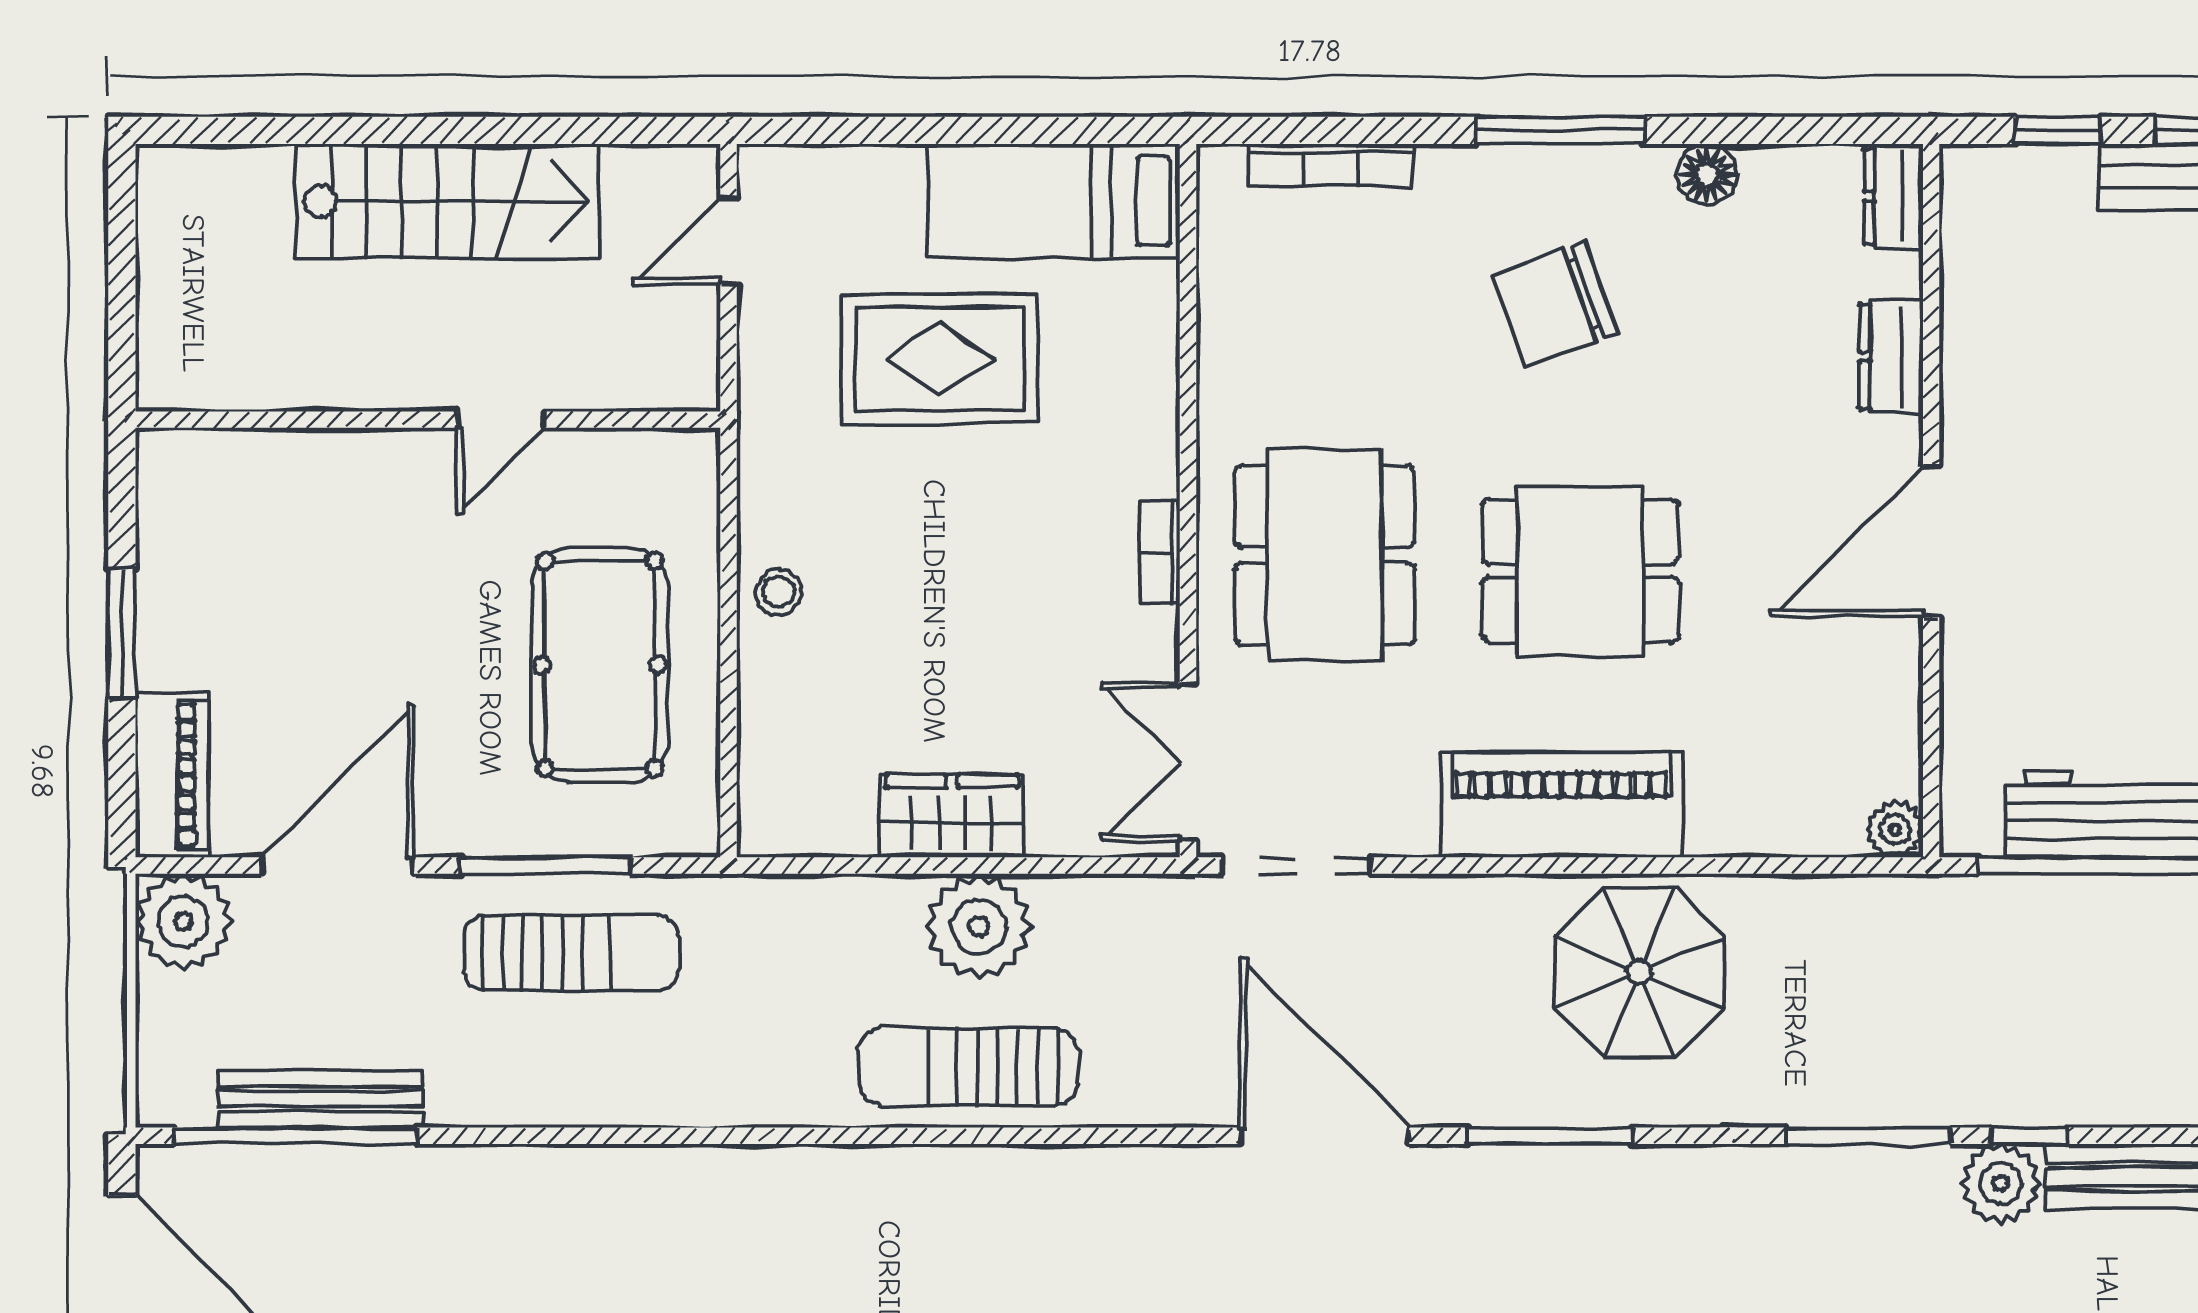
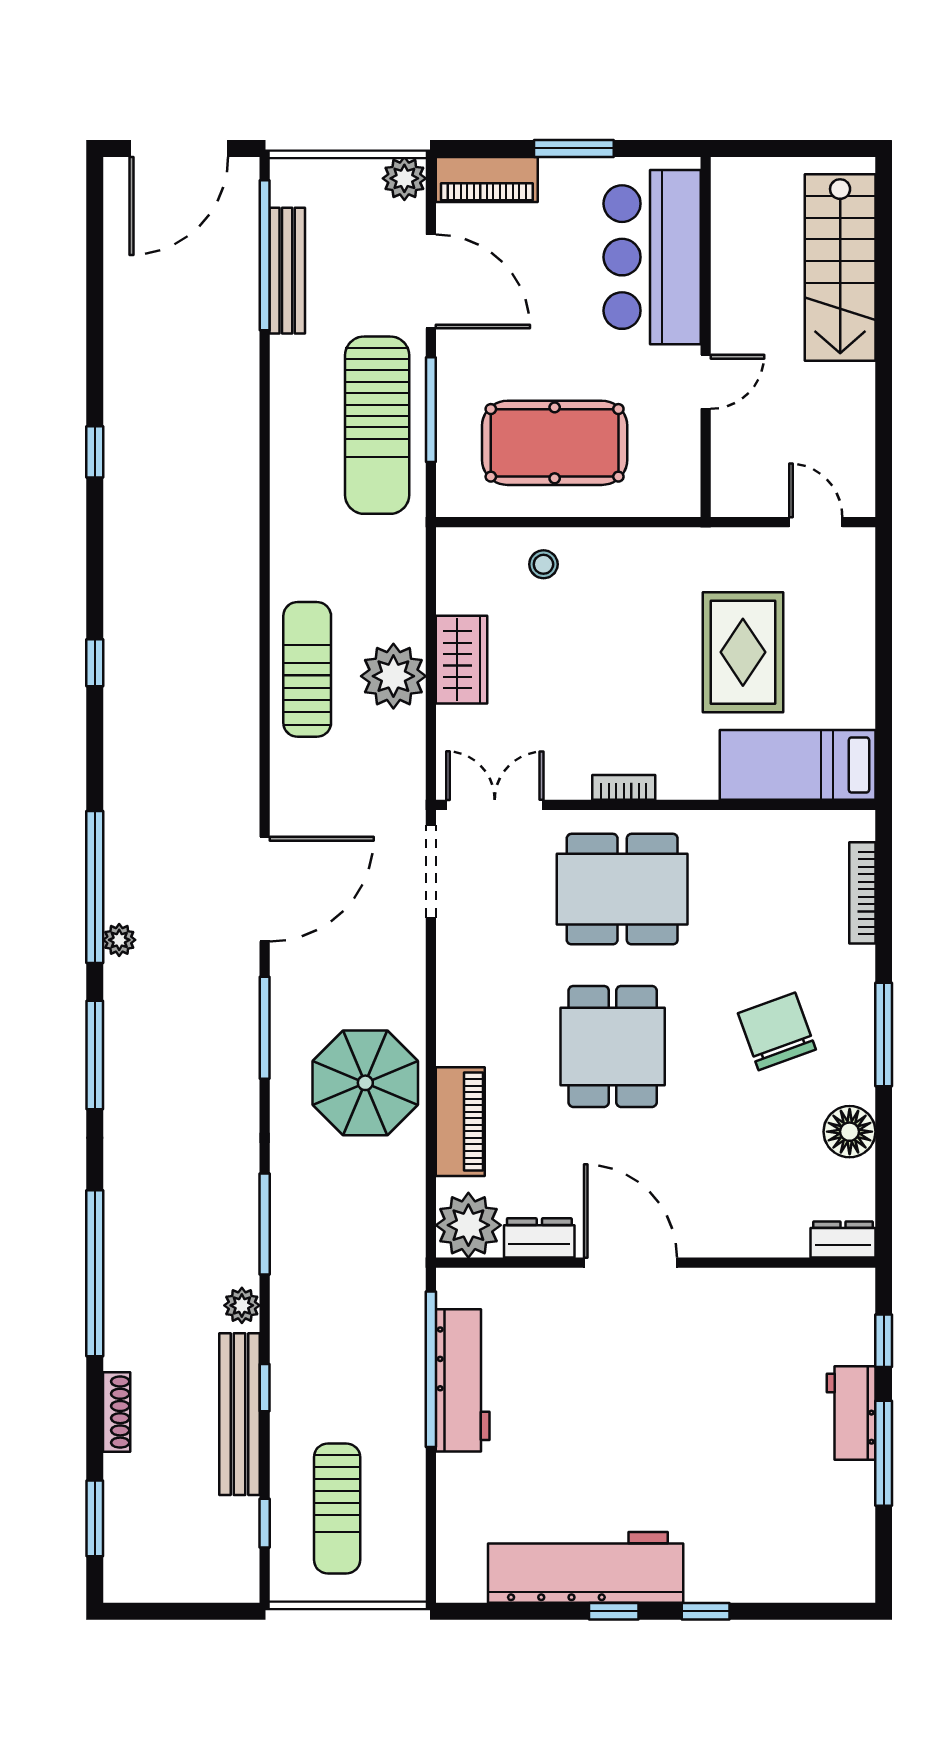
floor lamp: (1707, 174) -> (850, 1132), width x1.38, depth x1.38
stairs: (448, 201) -> (840, 268), moved
bed: (1054, 201) -> (798, 765), moved, turned -90
dresser: (1891, 356) -> (539, 1238), moved
door: (501, 420) -> (706, 382), swing flipped
bar counter: (298, 506) -> (652, 257), added
stool: (779, 592) -> (543, 564), moved
piano: (1561, 805) -> (460, 1122), moved, width x0.73, depth x0.75
plant: (1895, 829) -> (468, 1225), width x1.87, depth x1.87
plant: (183, 922) -> (404, 178), width x0.73, depth x0.73
sun lounger: (571, 953) -> (377, 425), width x1.36, depth x1.34
window: (2030, 1136) -> (265, 1388), moved
plant: (2001, 1184) -> (242, 1305), width x0.73, depth x0.73

